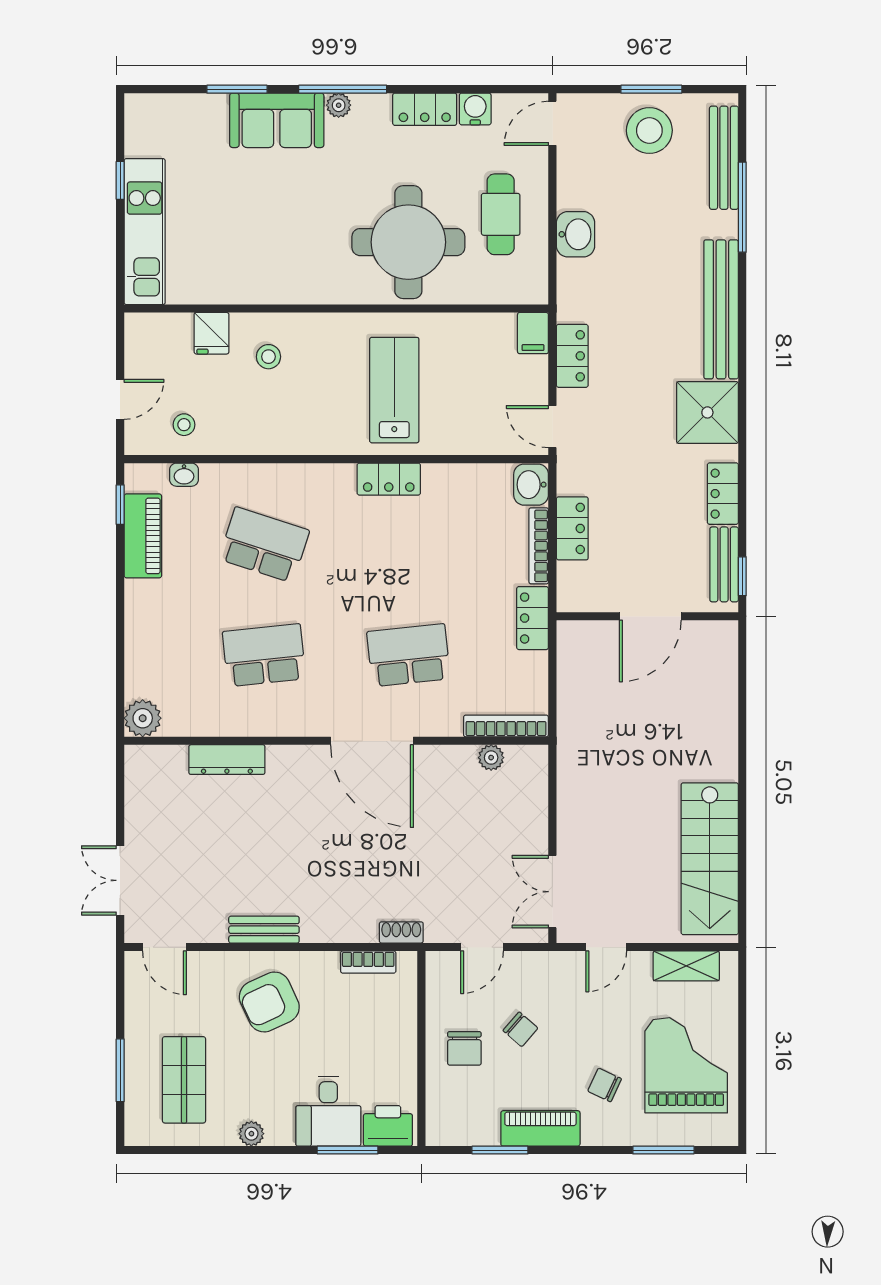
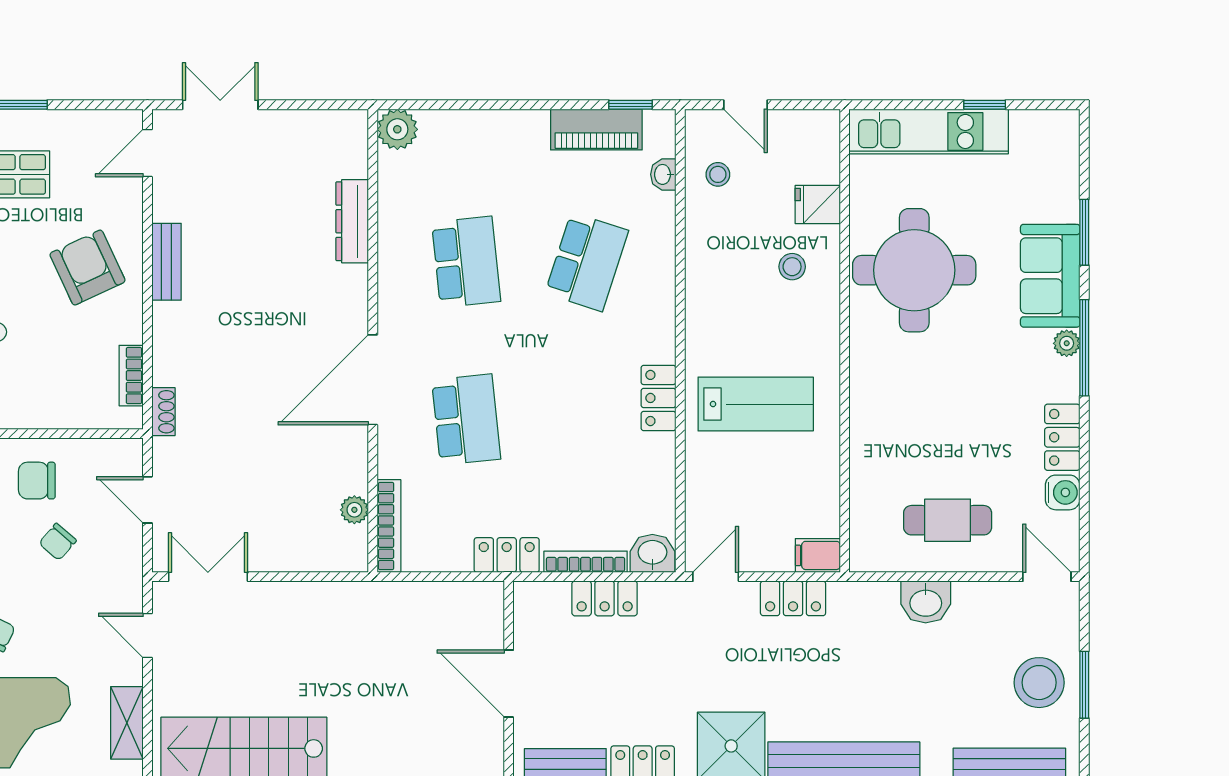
round table: (408, 242) -> (914, 270), moved

